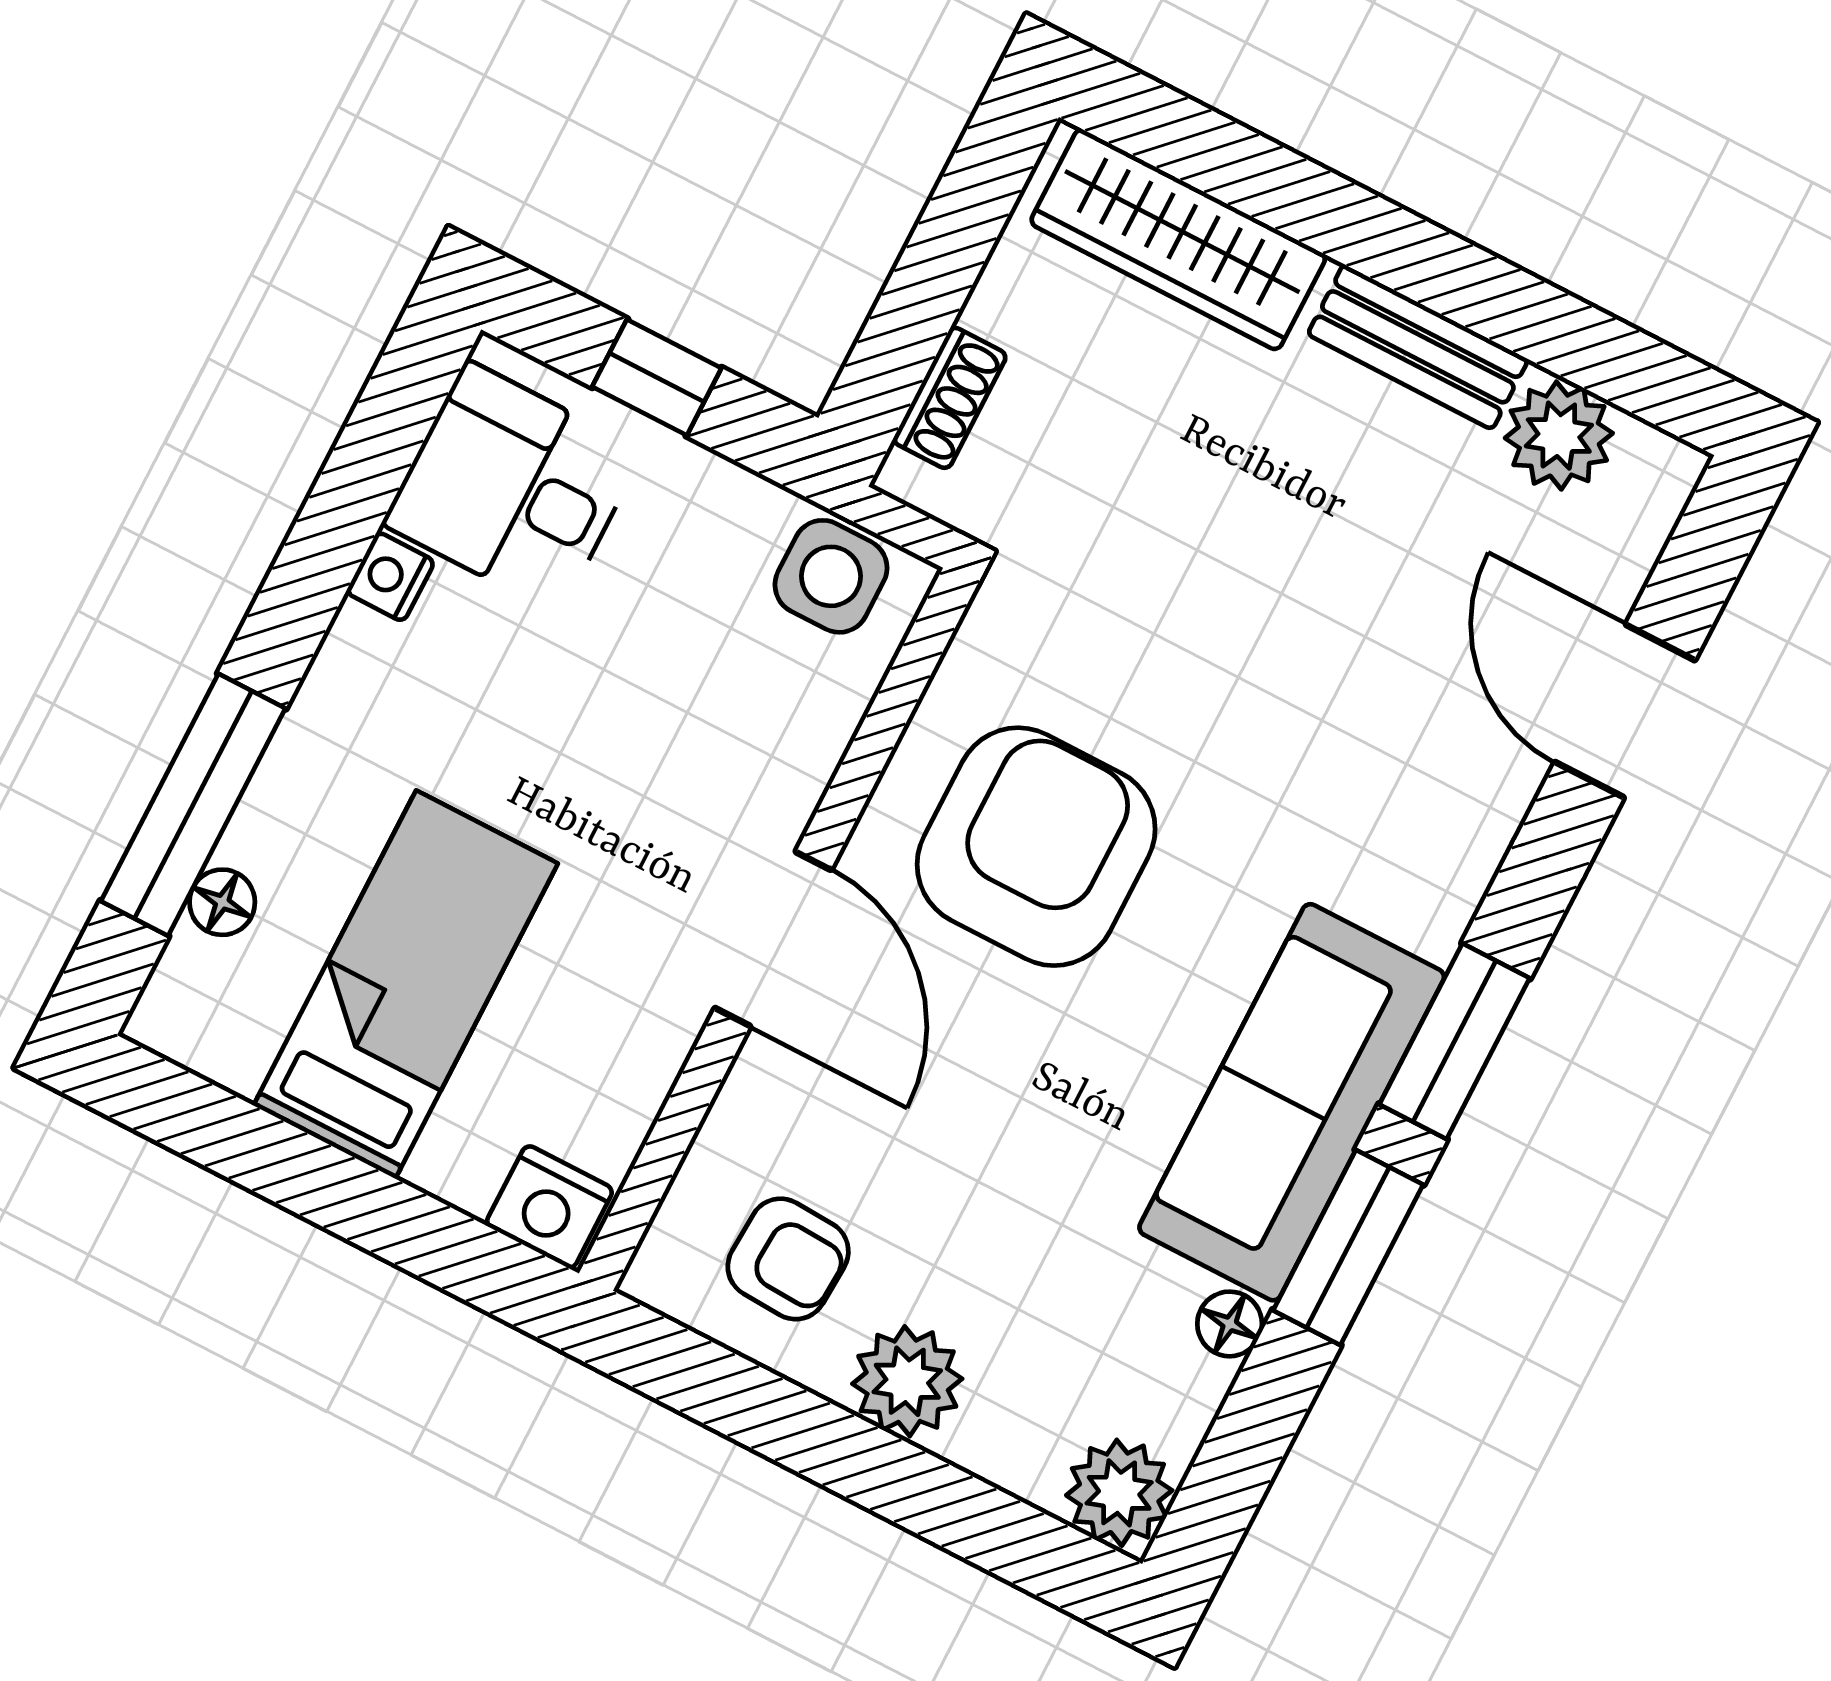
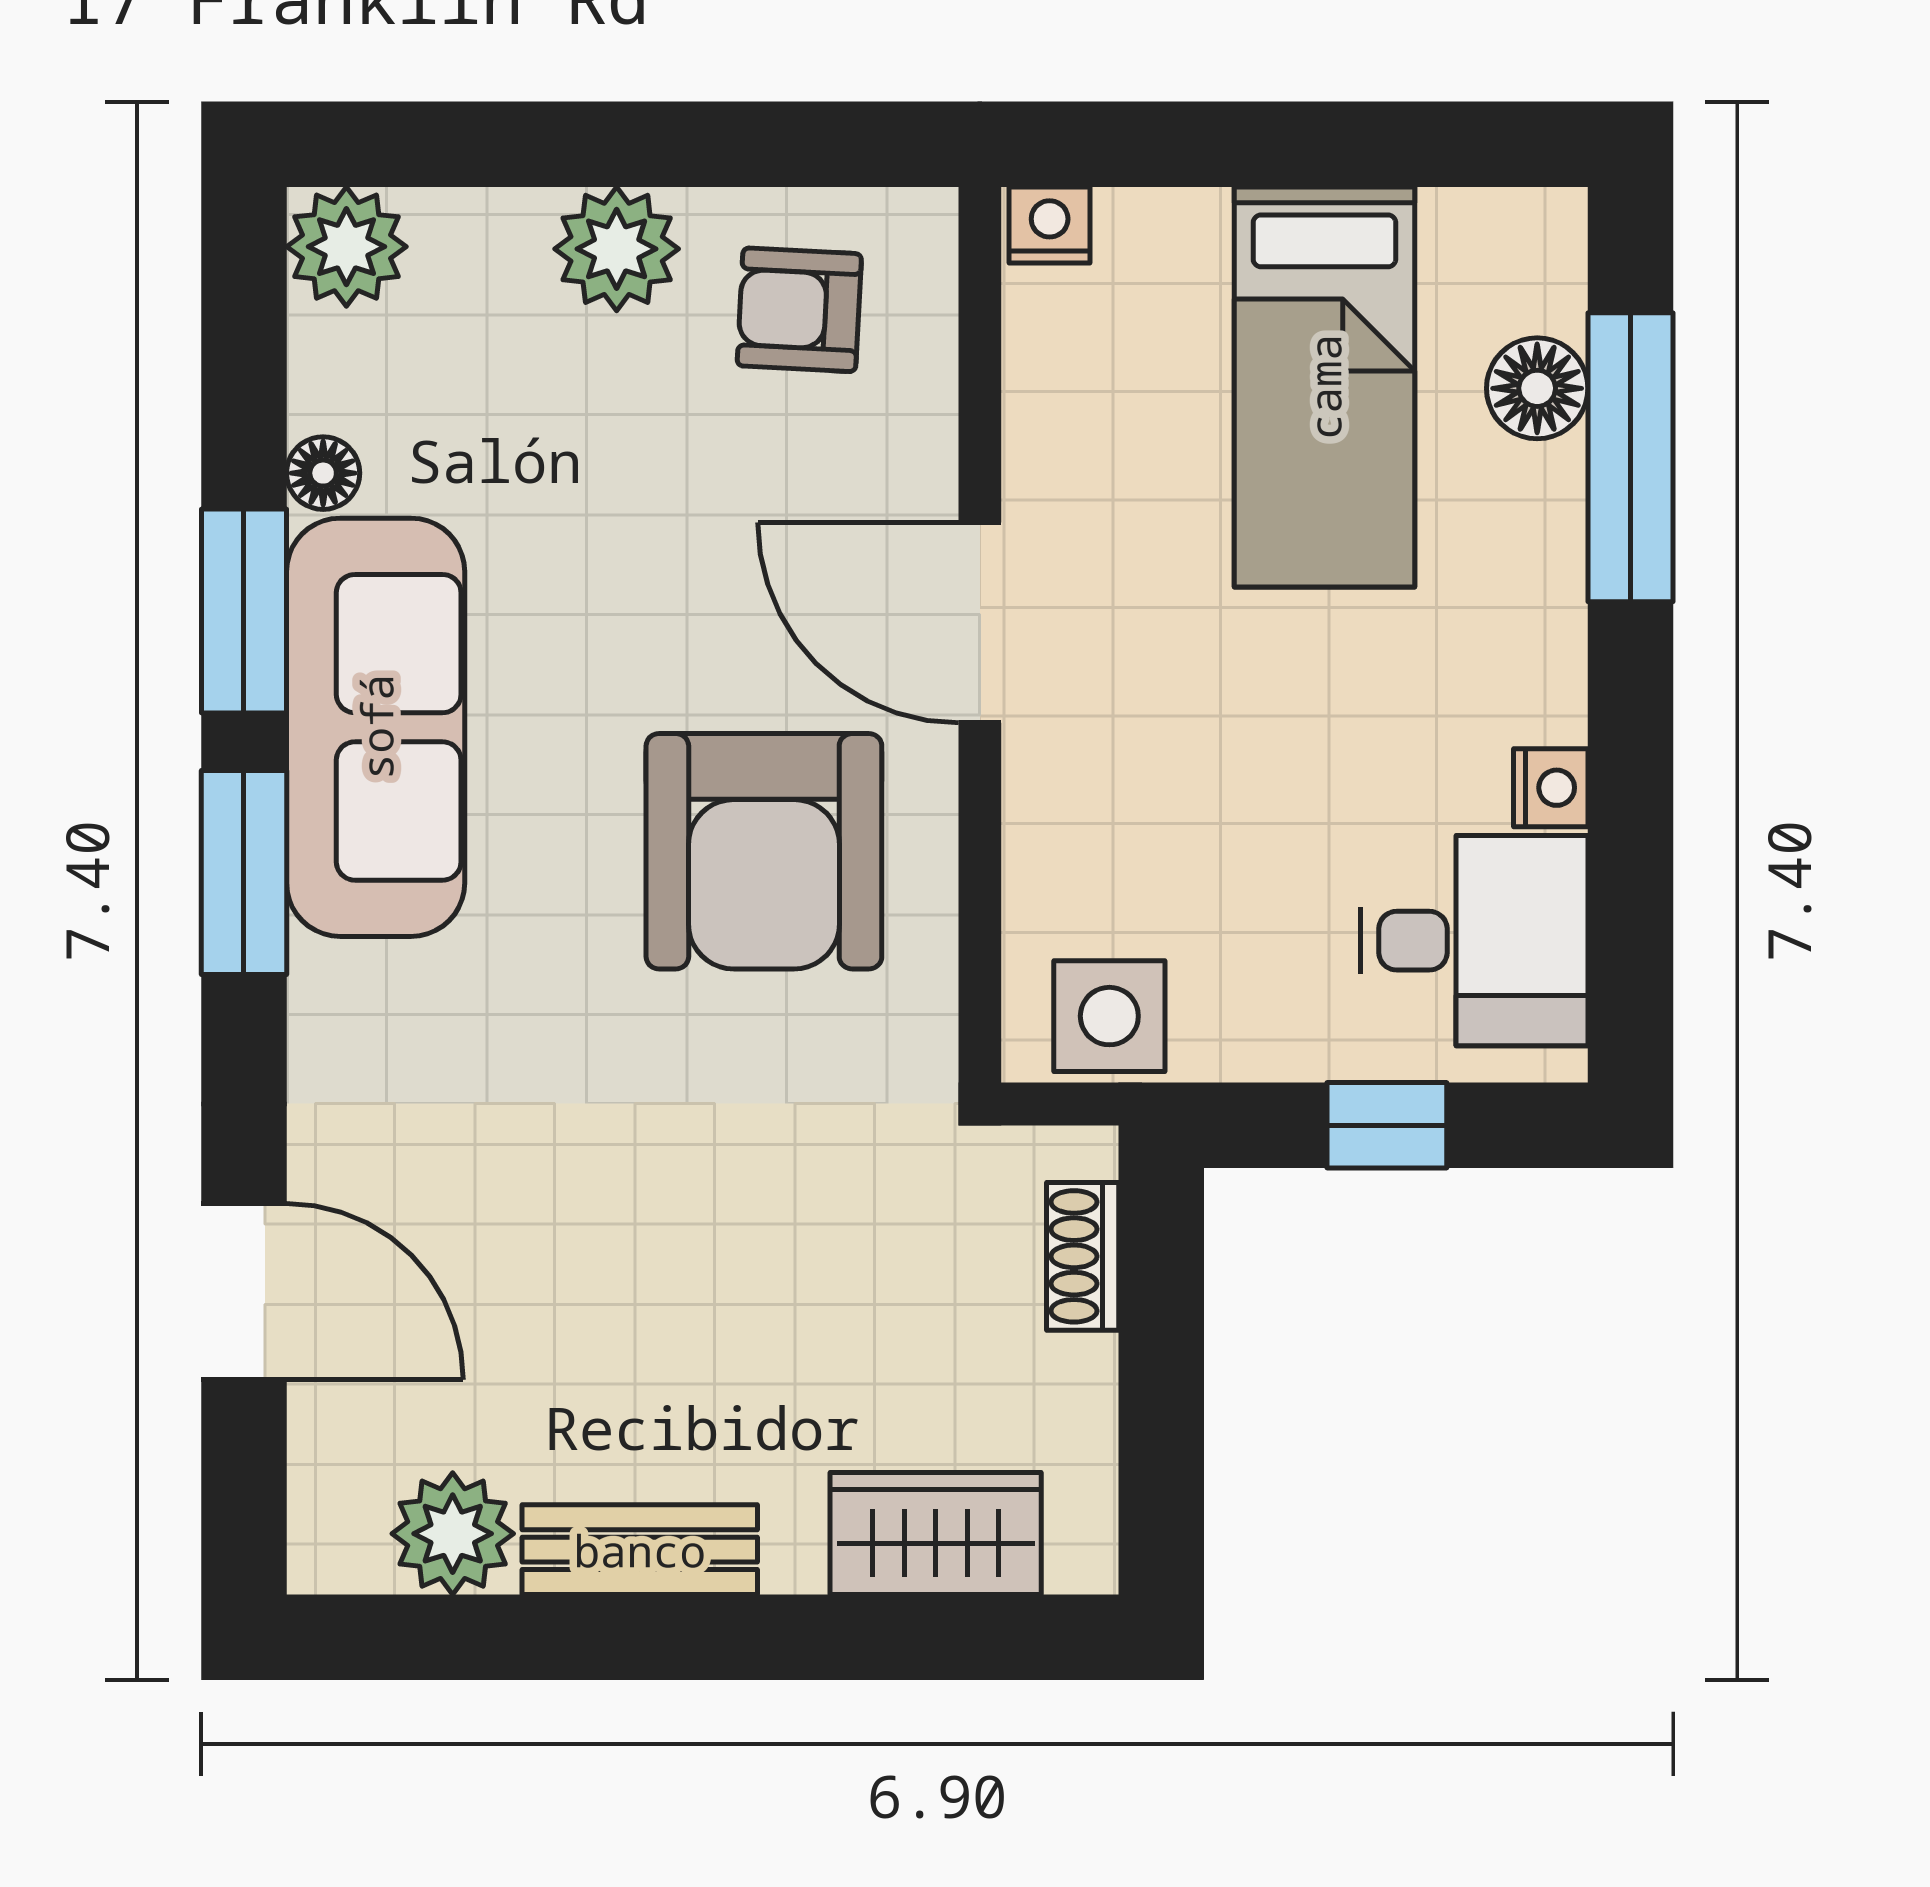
wardrobe: (1178, 239) -> (936, 1533), width x0.67
floor lamp: (222, 902) -> (1537, 388), width x1.37, depth x1.37
nightstand: (549, 1207) -> (1050, 225), width x0.72, depth x0.74

